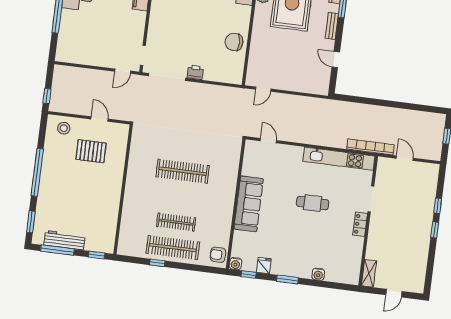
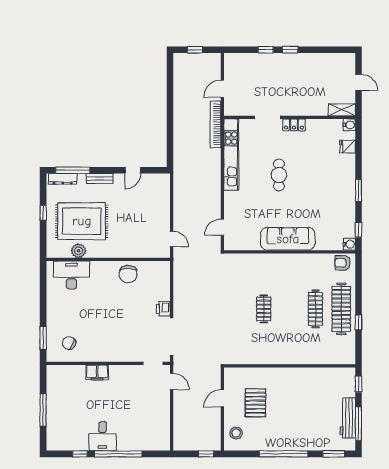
clothes rail: (183, 171) -> (264, 309), width x0.54, depth x0.76
armchair: (218, 255) -> (343, 263), turned 90
fridge: (264, 266) -> (348, 146), moved
water cooler: (318, 274) -> (349, 125), moved

